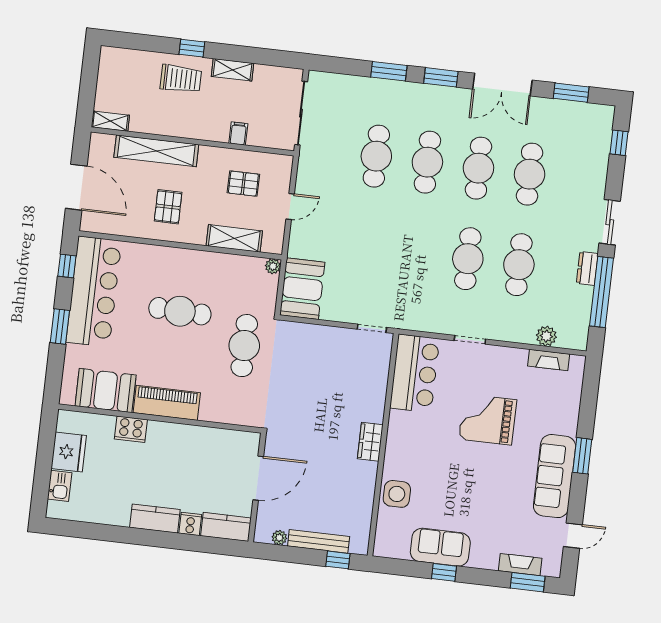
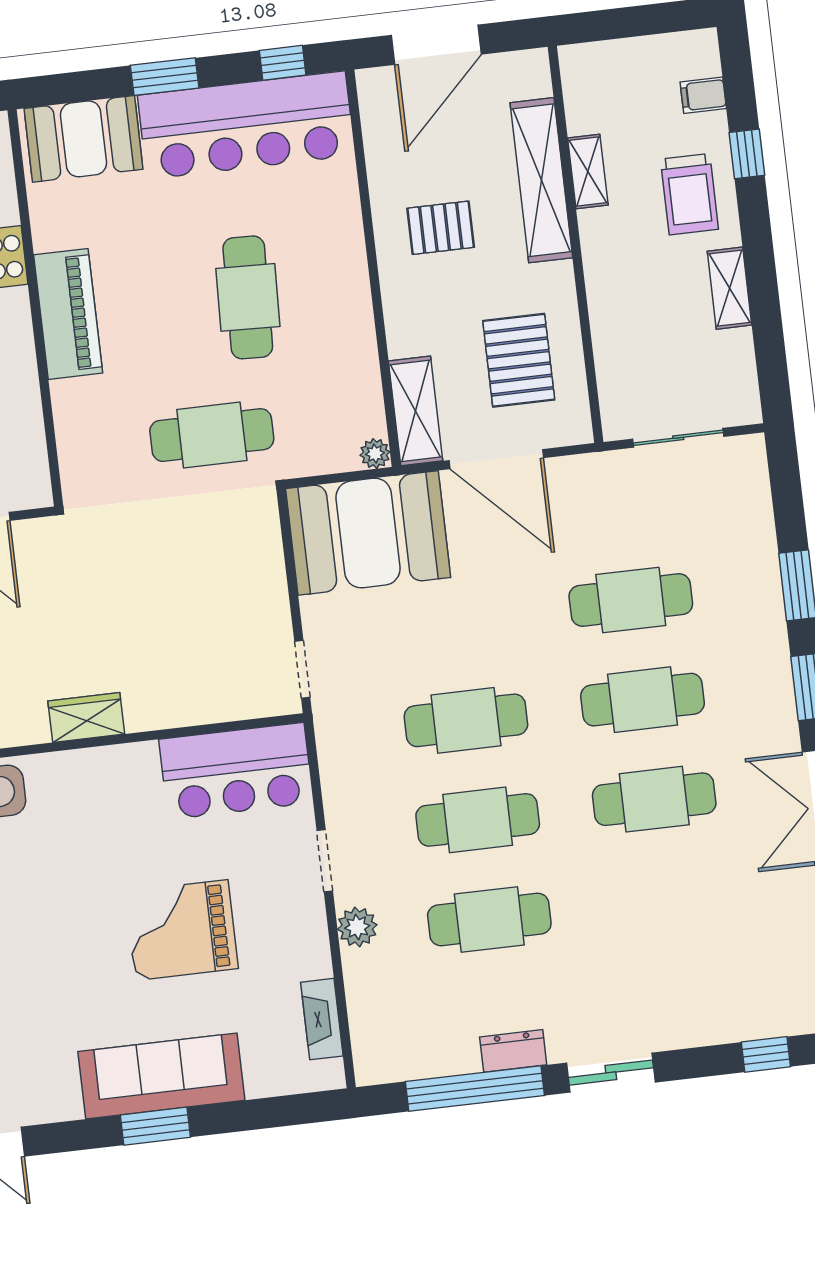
window: (192, 48) -> (747, 154), moved
sliding door: (301, 113) -> (678, 438), width x0.73
shelving: (110, 121) -> (588, 172), moved
filing cabinet: (238, 133) -> (703, 95), moved, turned 180
cafe table: (530, 174) -> (466, 720), moved
pallet: (243, 184) -> (519, 360), width x1.50, depth x1.42
door: (290, 206) -> (496, 459), width x1.87
shelving: (234, 238) -> (416, 411), moved
booth: (302, 289) -> (368, 533), width x1.36, depth x1.42
plant: (546, 336) -> (357, 927), moved
booth: (106, 391) -> (84, 139), moved, turned 90
grand piano: (488, 419) -> (182, 930), turned -90
sofa: (555, 476) -> (161, 1076), moved

